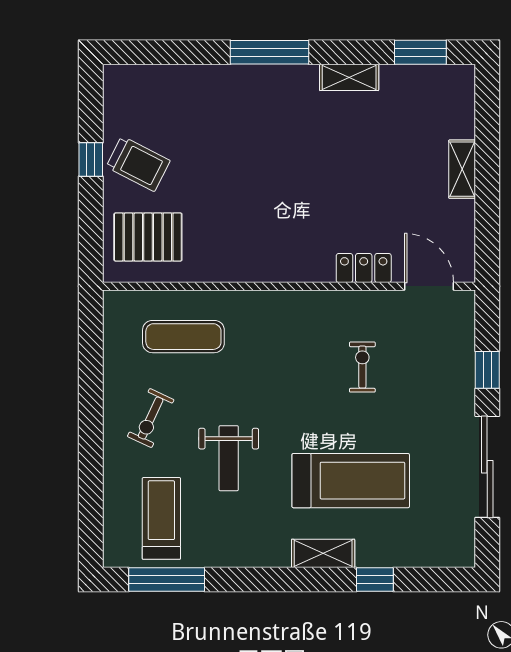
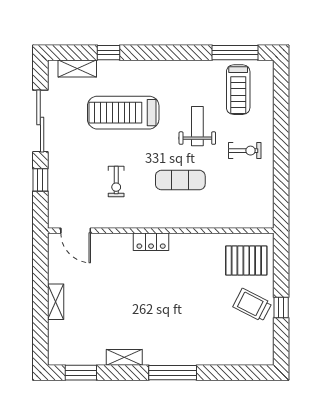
locker: (364, 268) -> (151, 242), moved
exercise mat: (183, 337) -> (180, 180), moved
exercise bike: (151, 418) -> (245, 151), turned 65
shelving: (323, 553) -> (77, 68), moved

